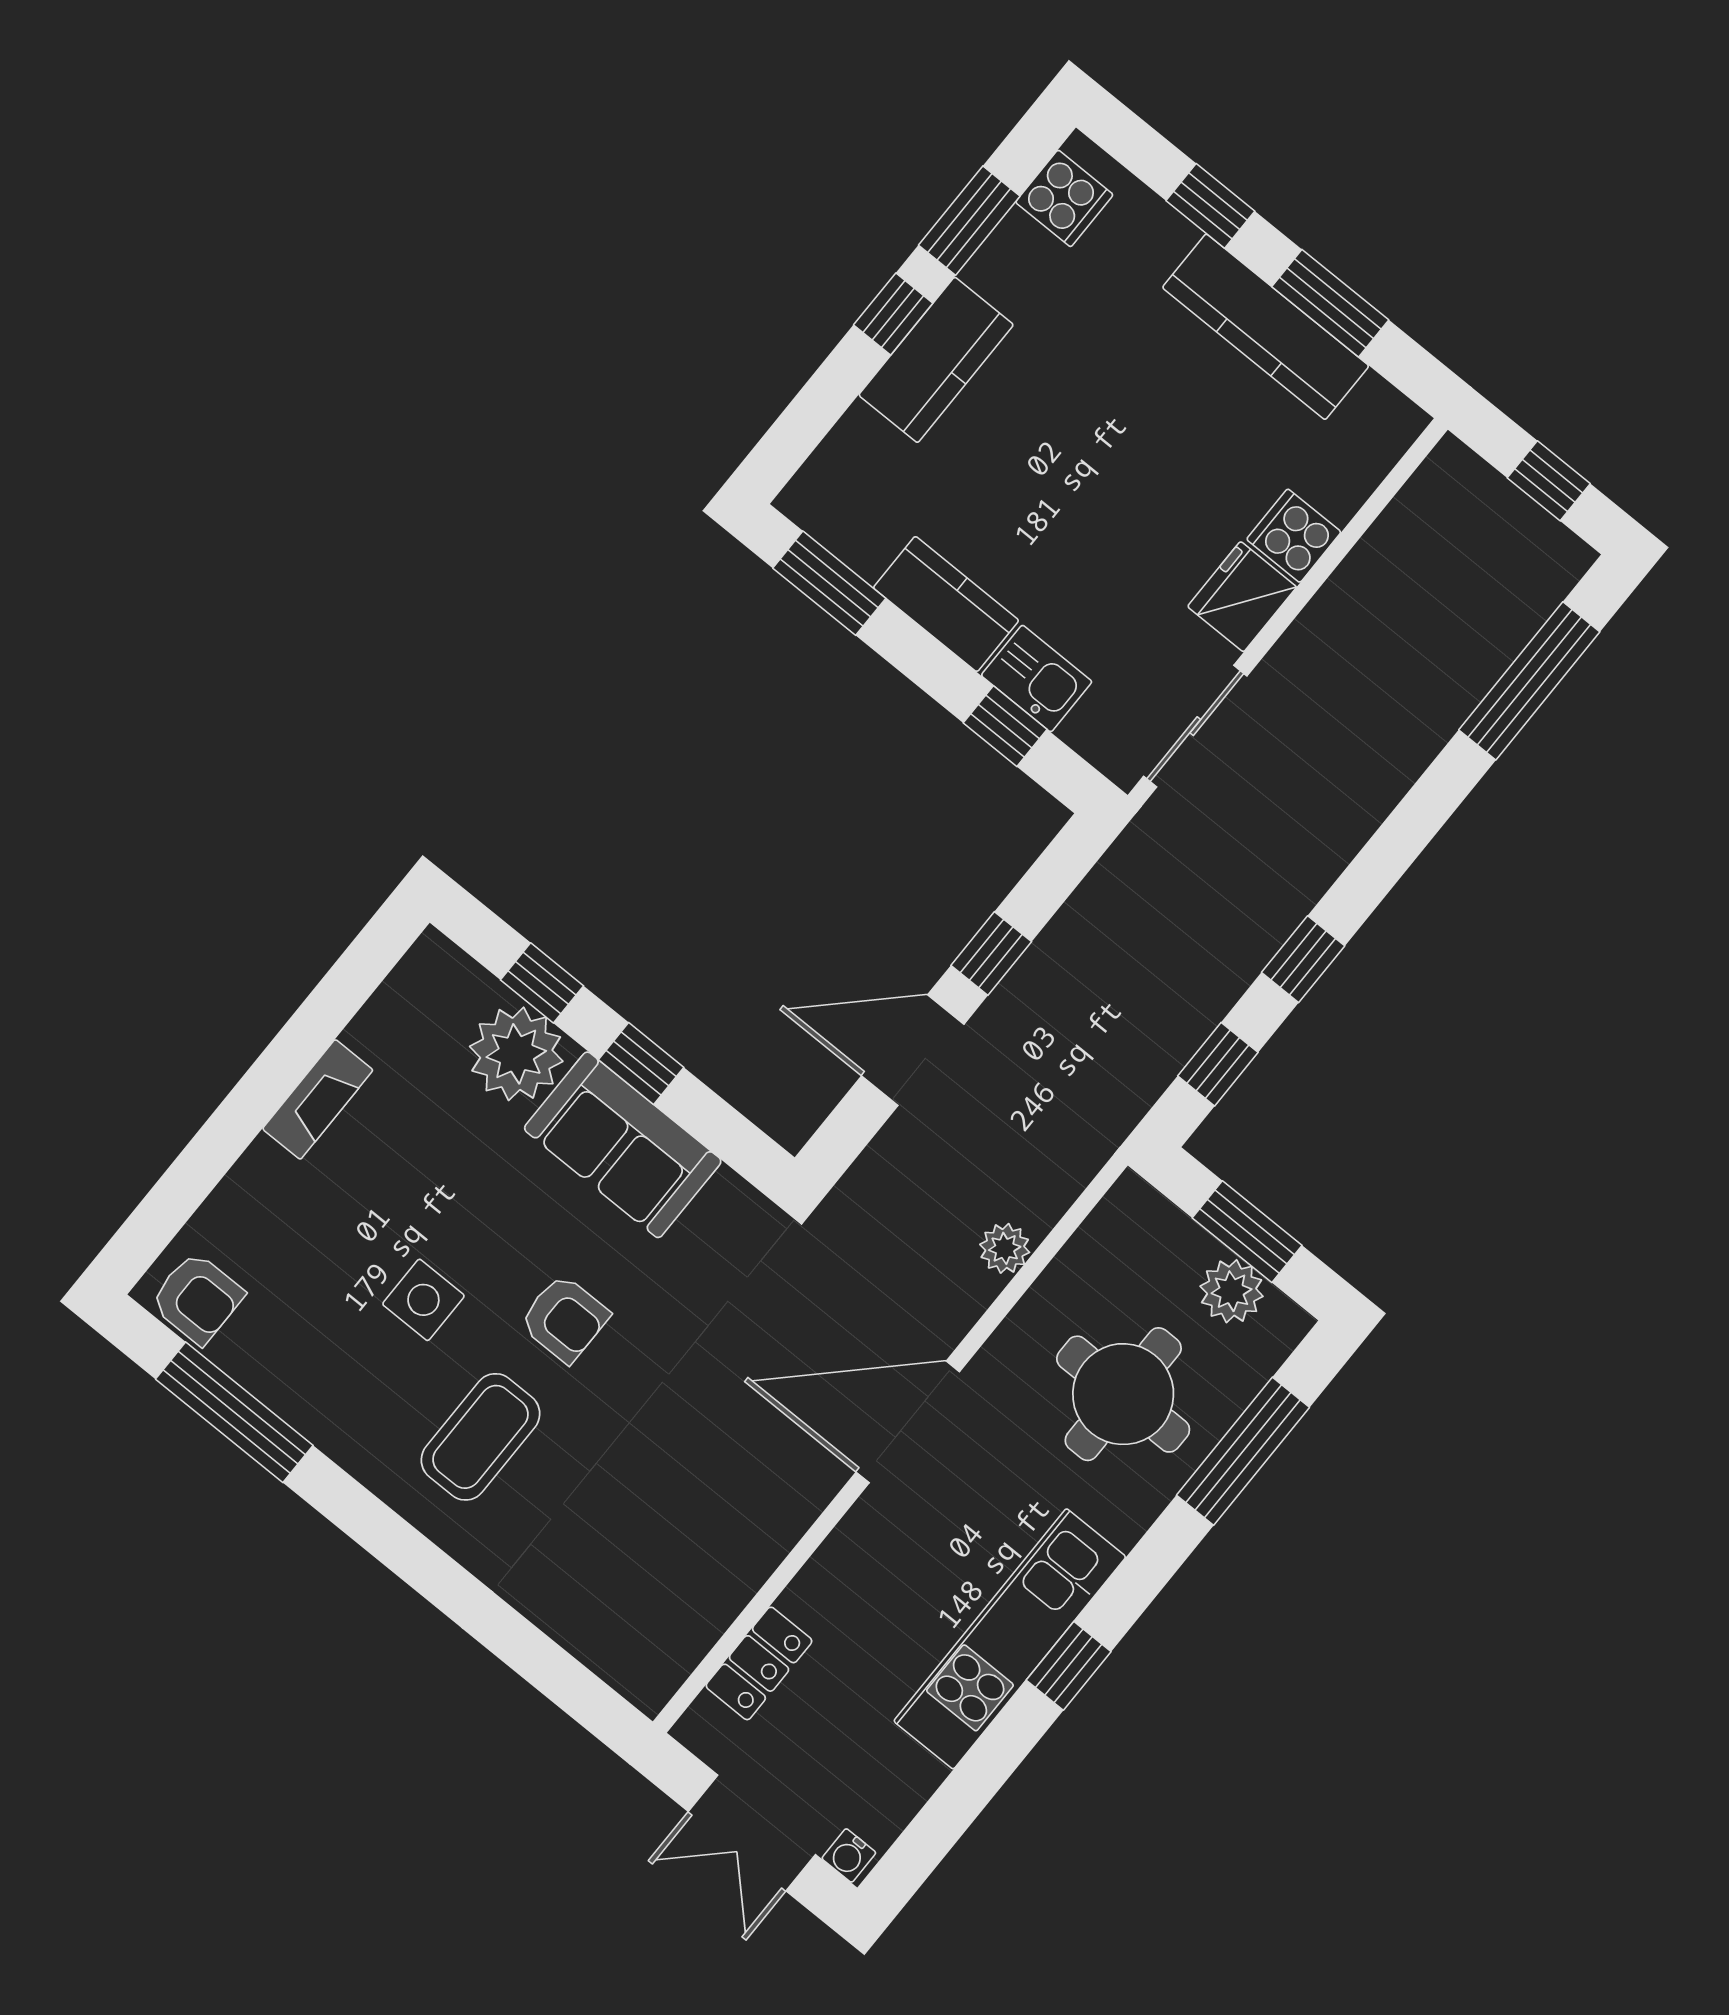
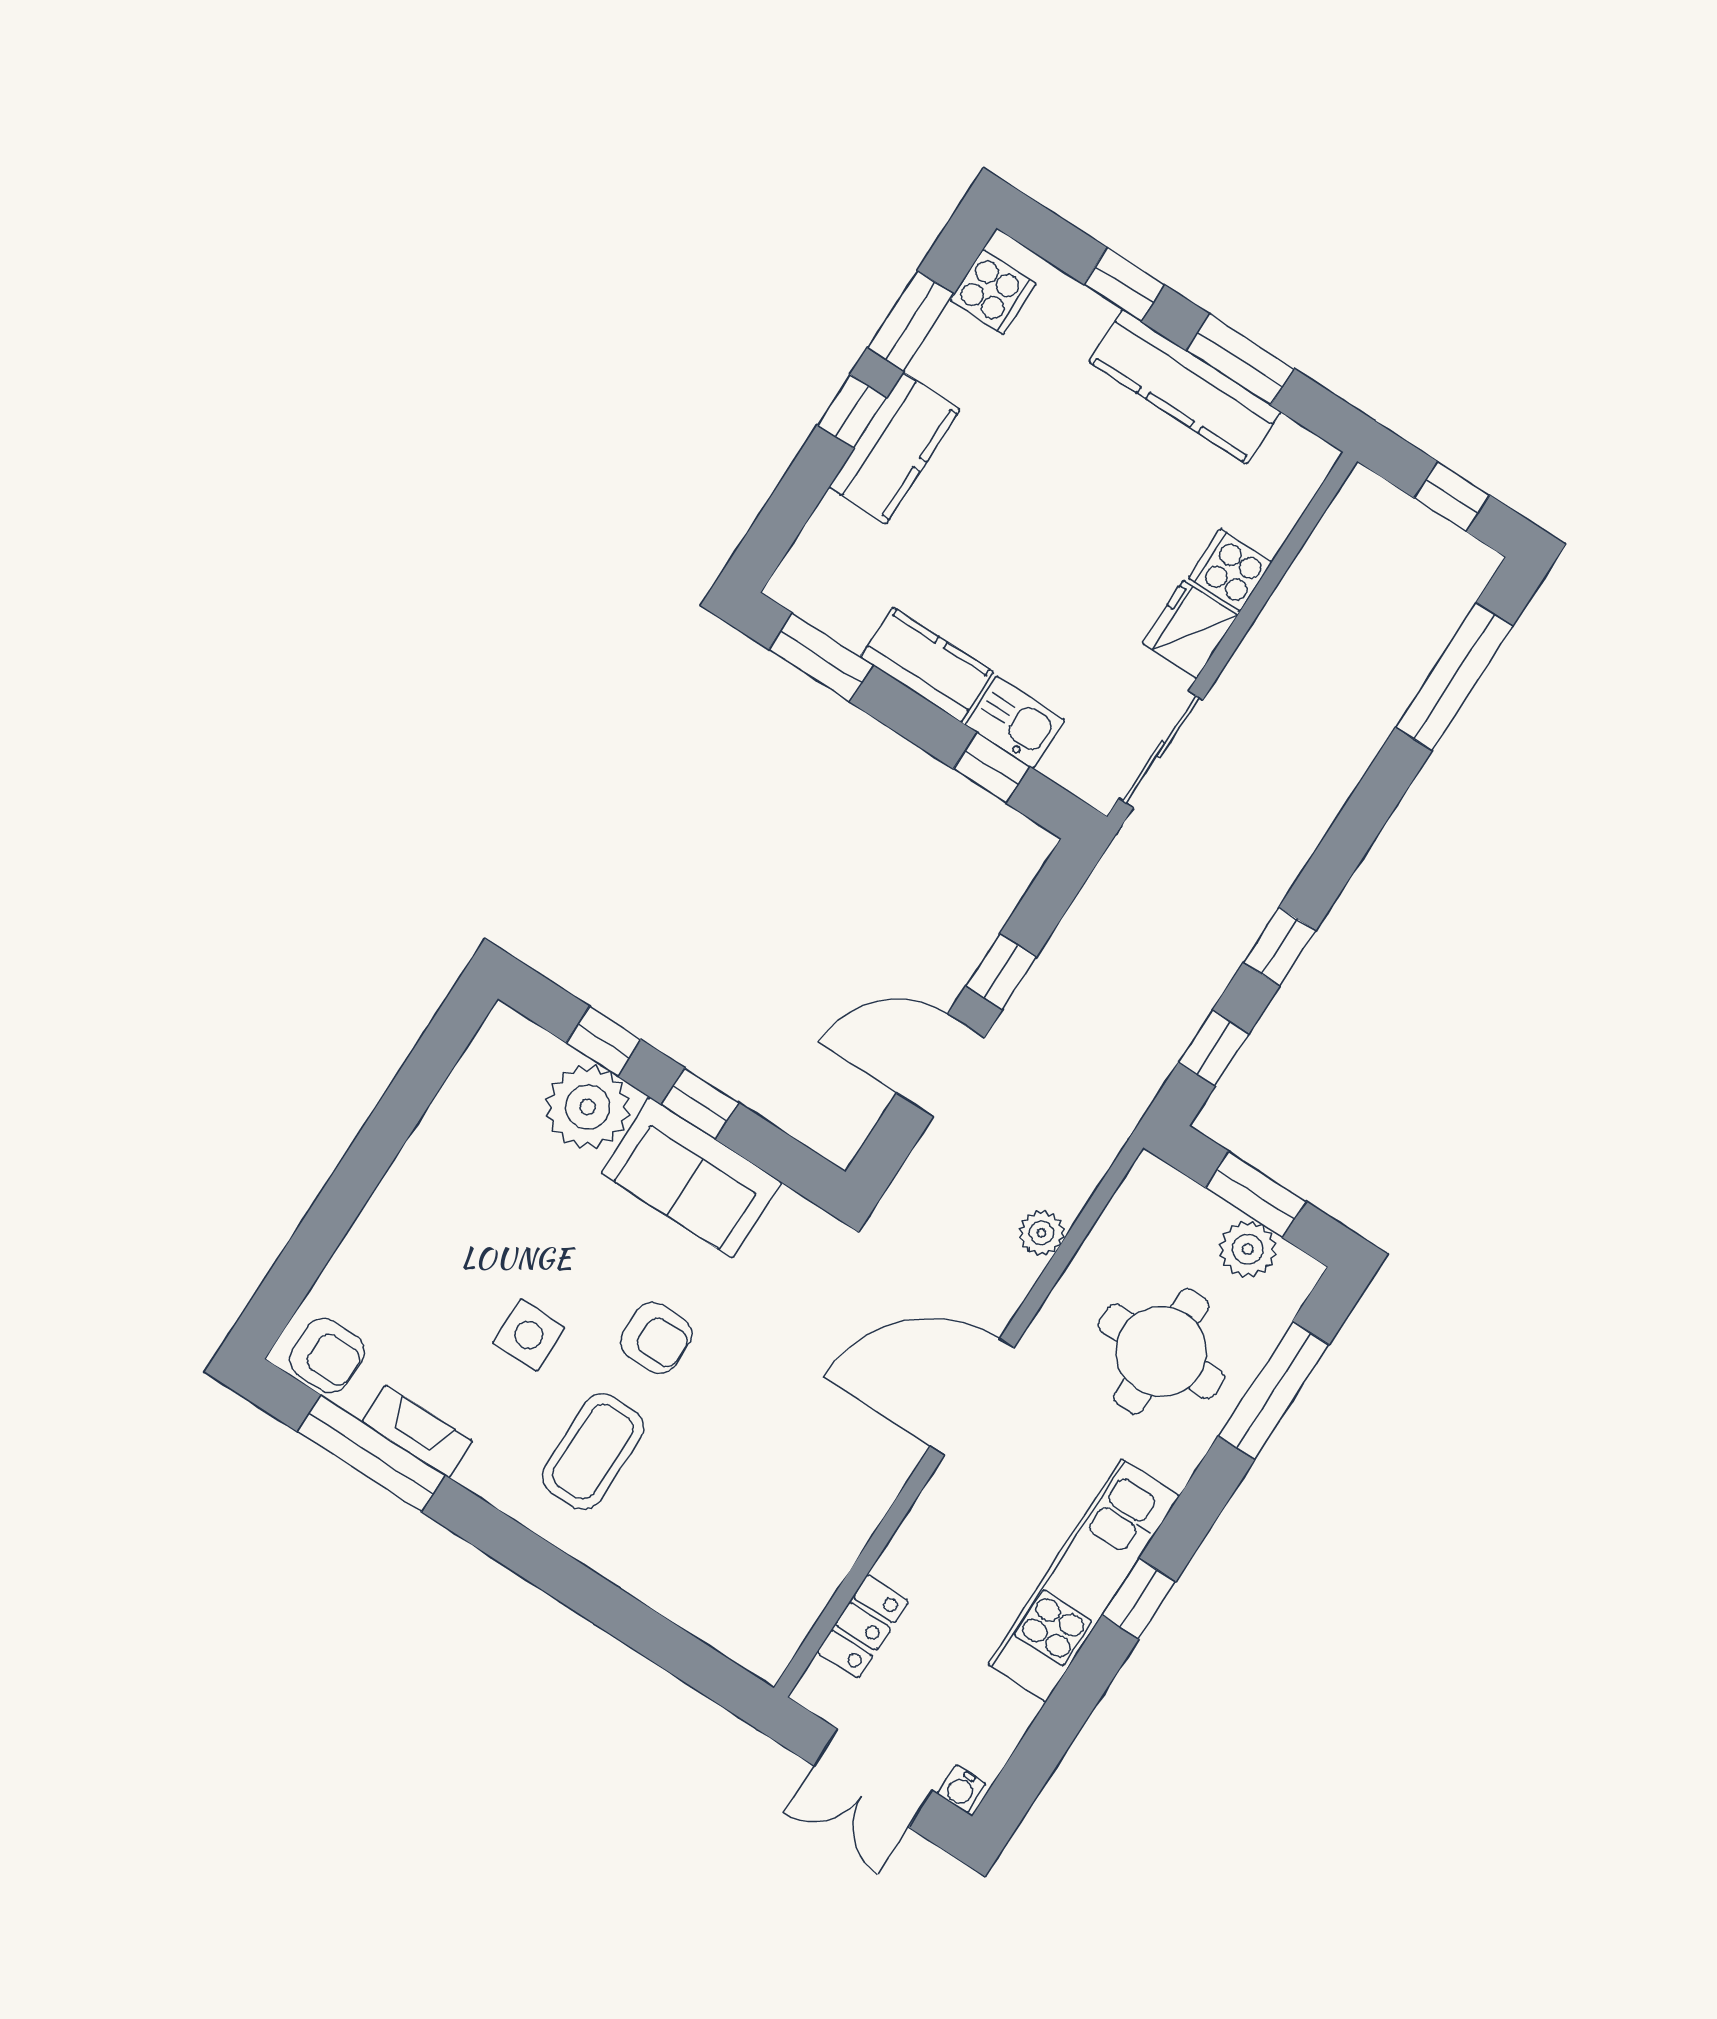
fireplace: (318, 1099) -> (417, 1431), moved, turned -90

